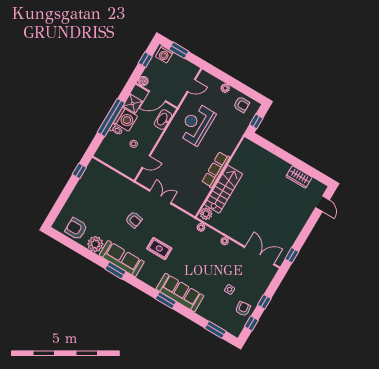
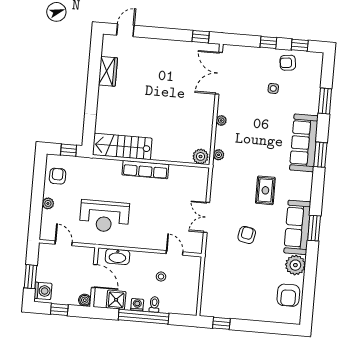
washing machine: (125, 119) -> (137, 305), width x0.53, depth x0.53
stairs: (224, 189) -> (122, 146), moved
window: (215, 330) -> (325, 101), moved

